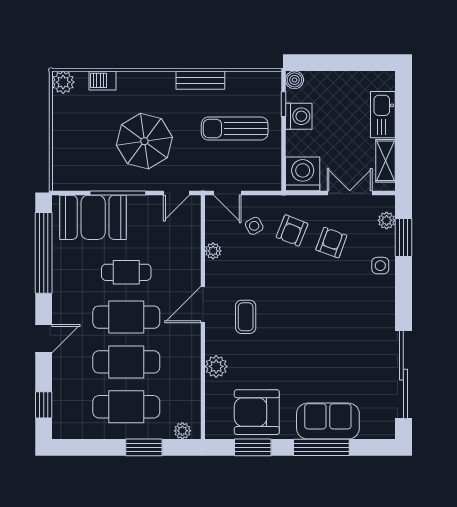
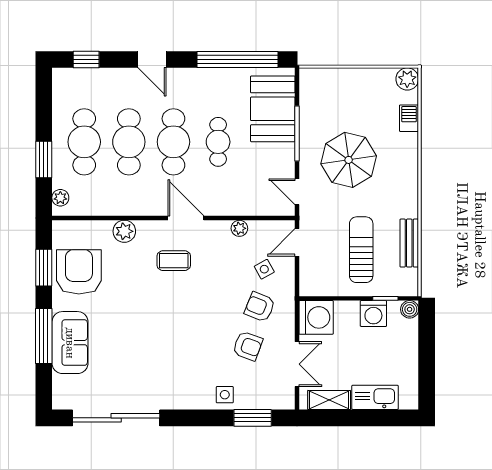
bench: (200, 80) -> (409, 243), moved
plant: (387, 220) -> (270, 401), removed

